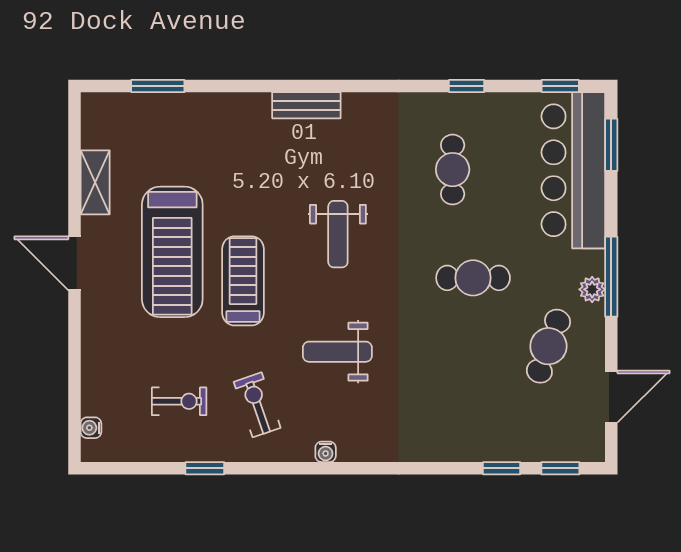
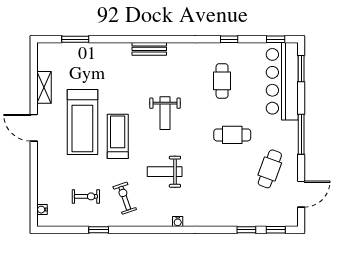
plant: (592, 289) -> (292, 141), removed
water cooler: (326, 452) -> (178, 222), moved

